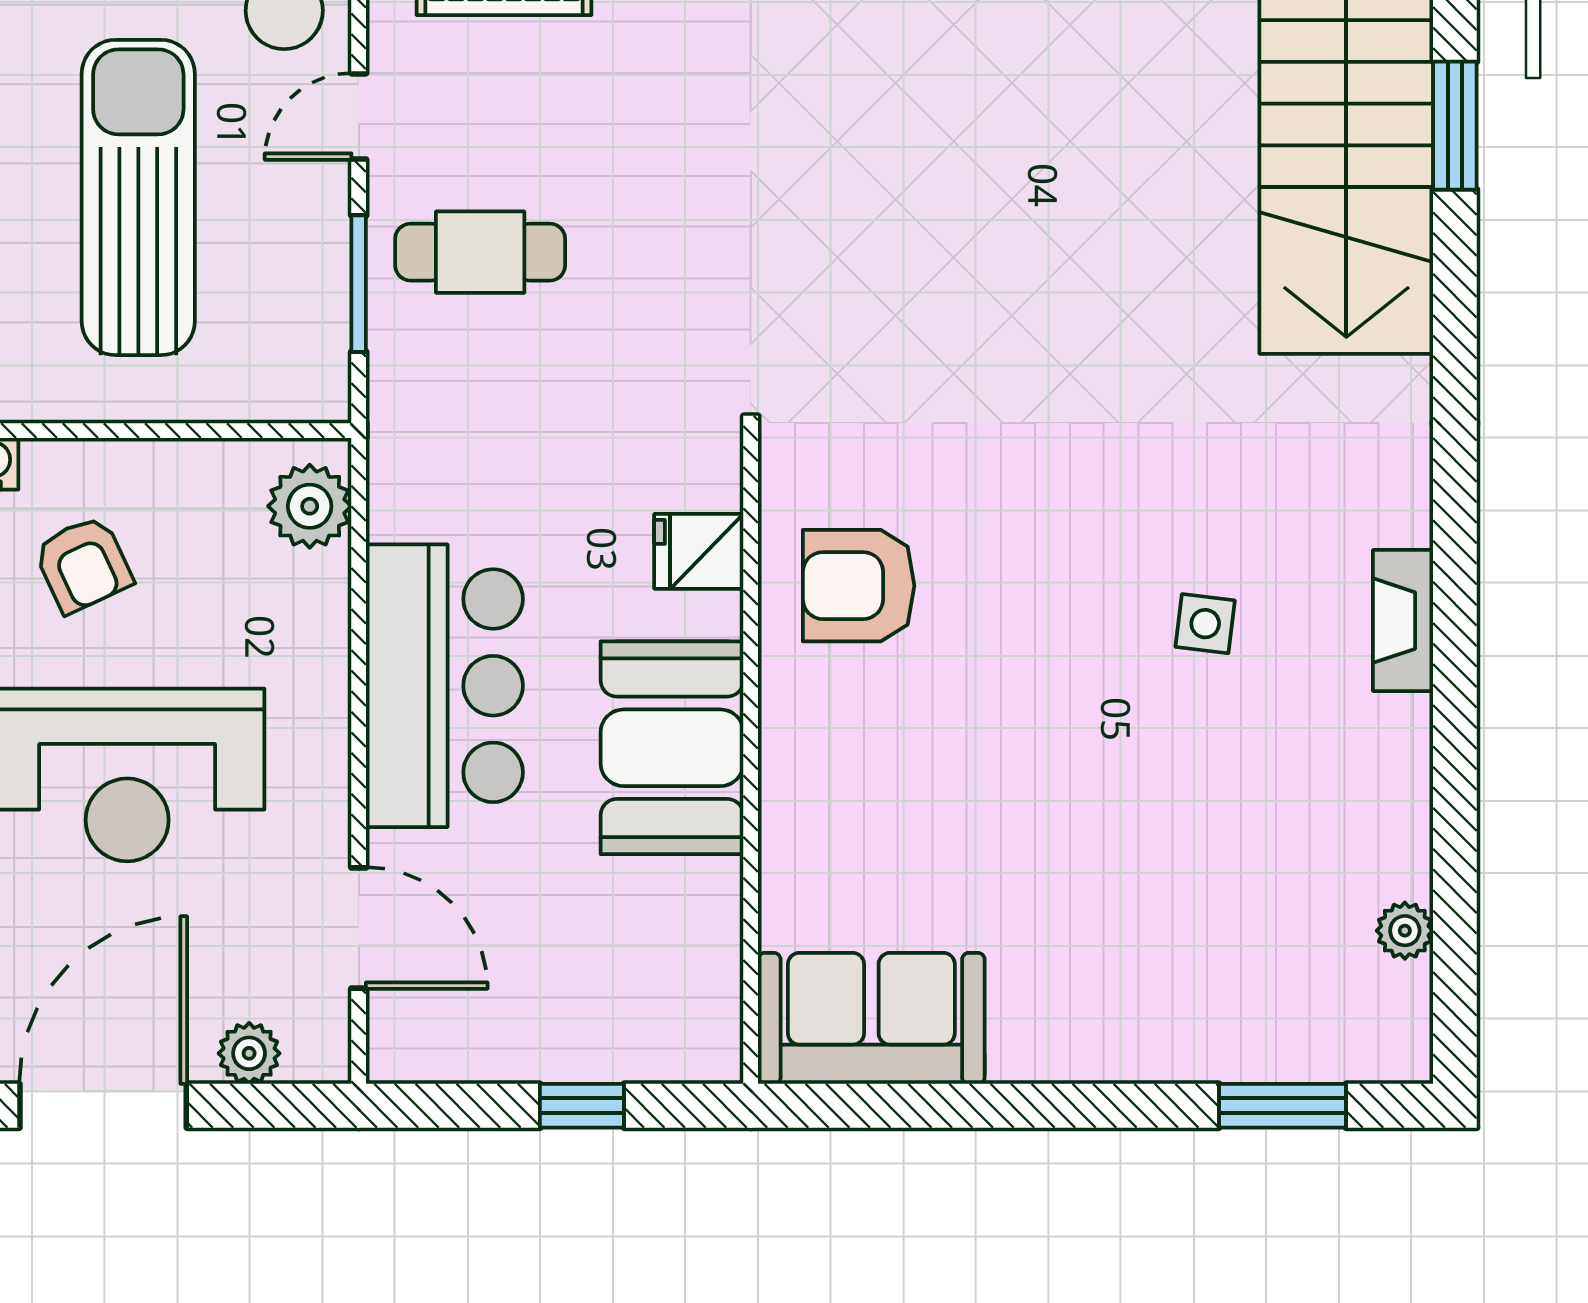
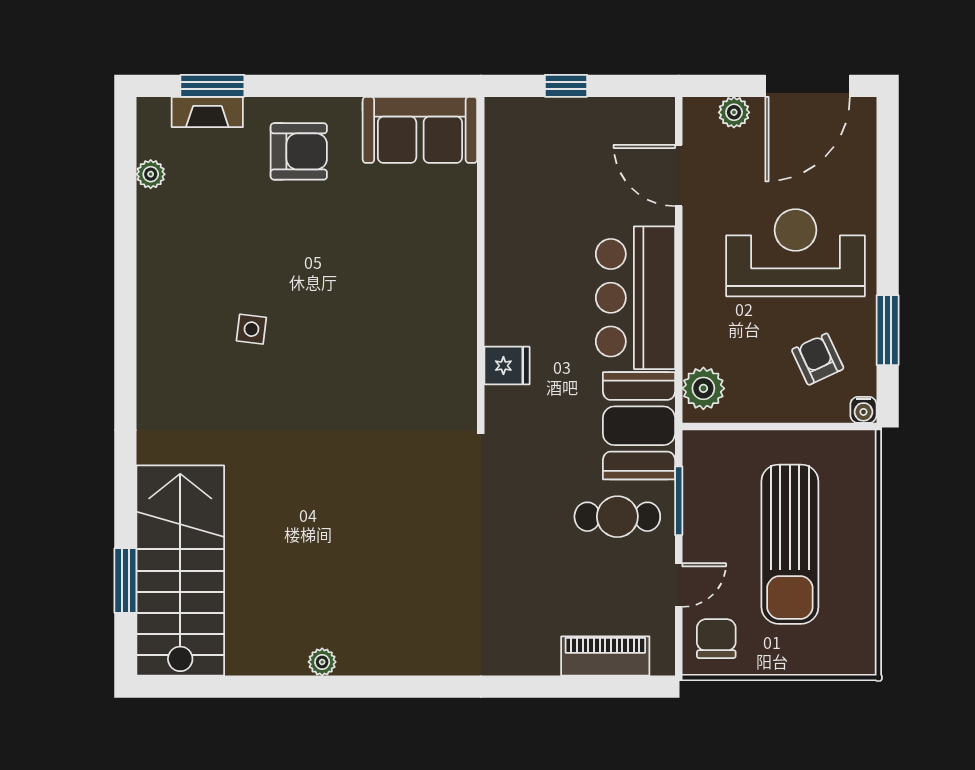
armchair: (859, 586) -> (299, 151), moved
fireplace: (1403, 621) -> (207, 112), moved, turned 90
booth: (672, 748) -> (639, 426), moved

